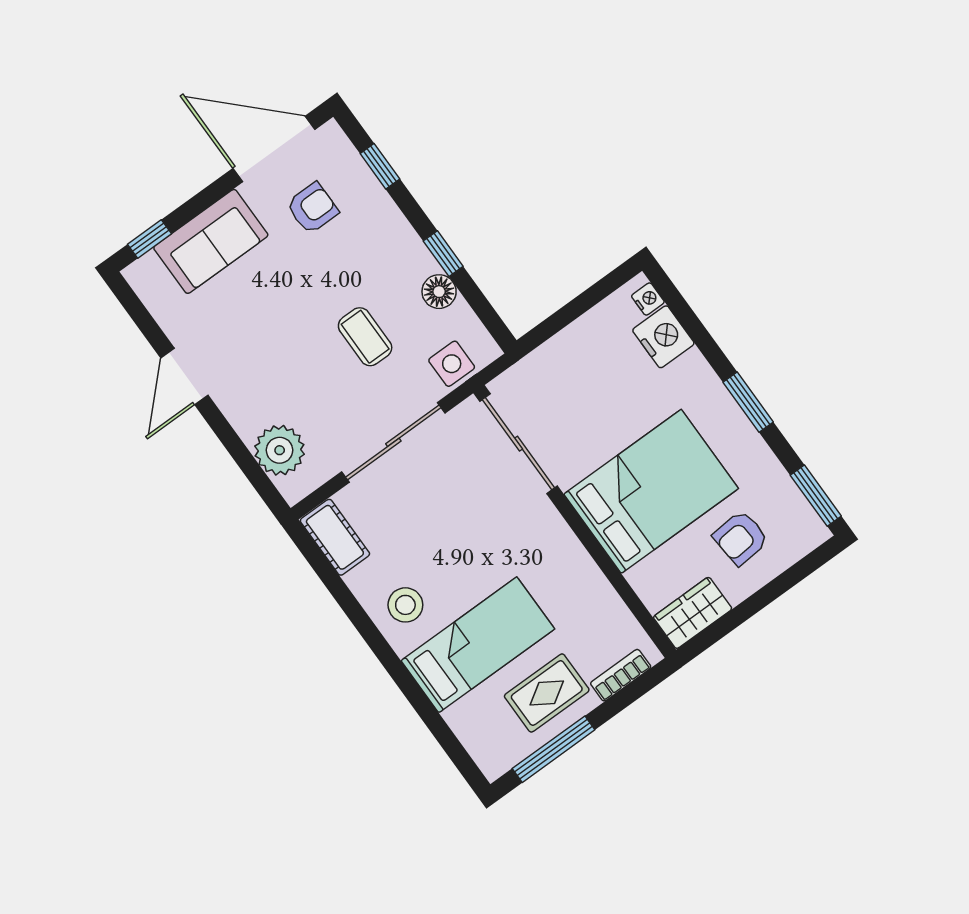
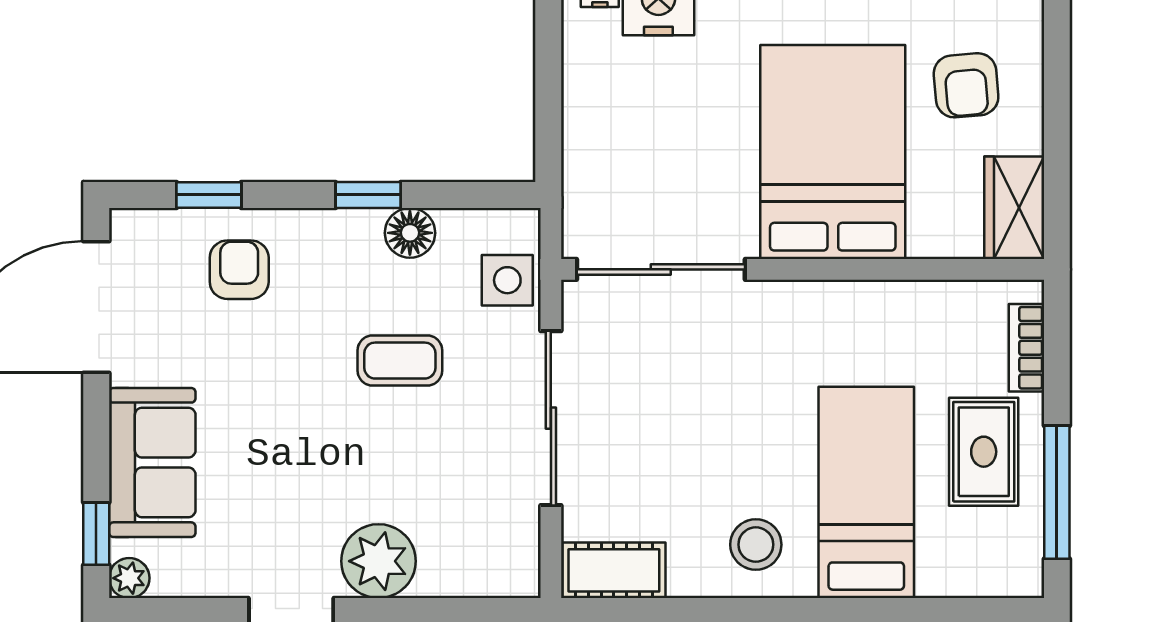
armchair: (312, 208) -> (239, 270), moved
plant: (138, 275) -> (129, 578), added
plant: (280, 450) -> (378, 561), moved

